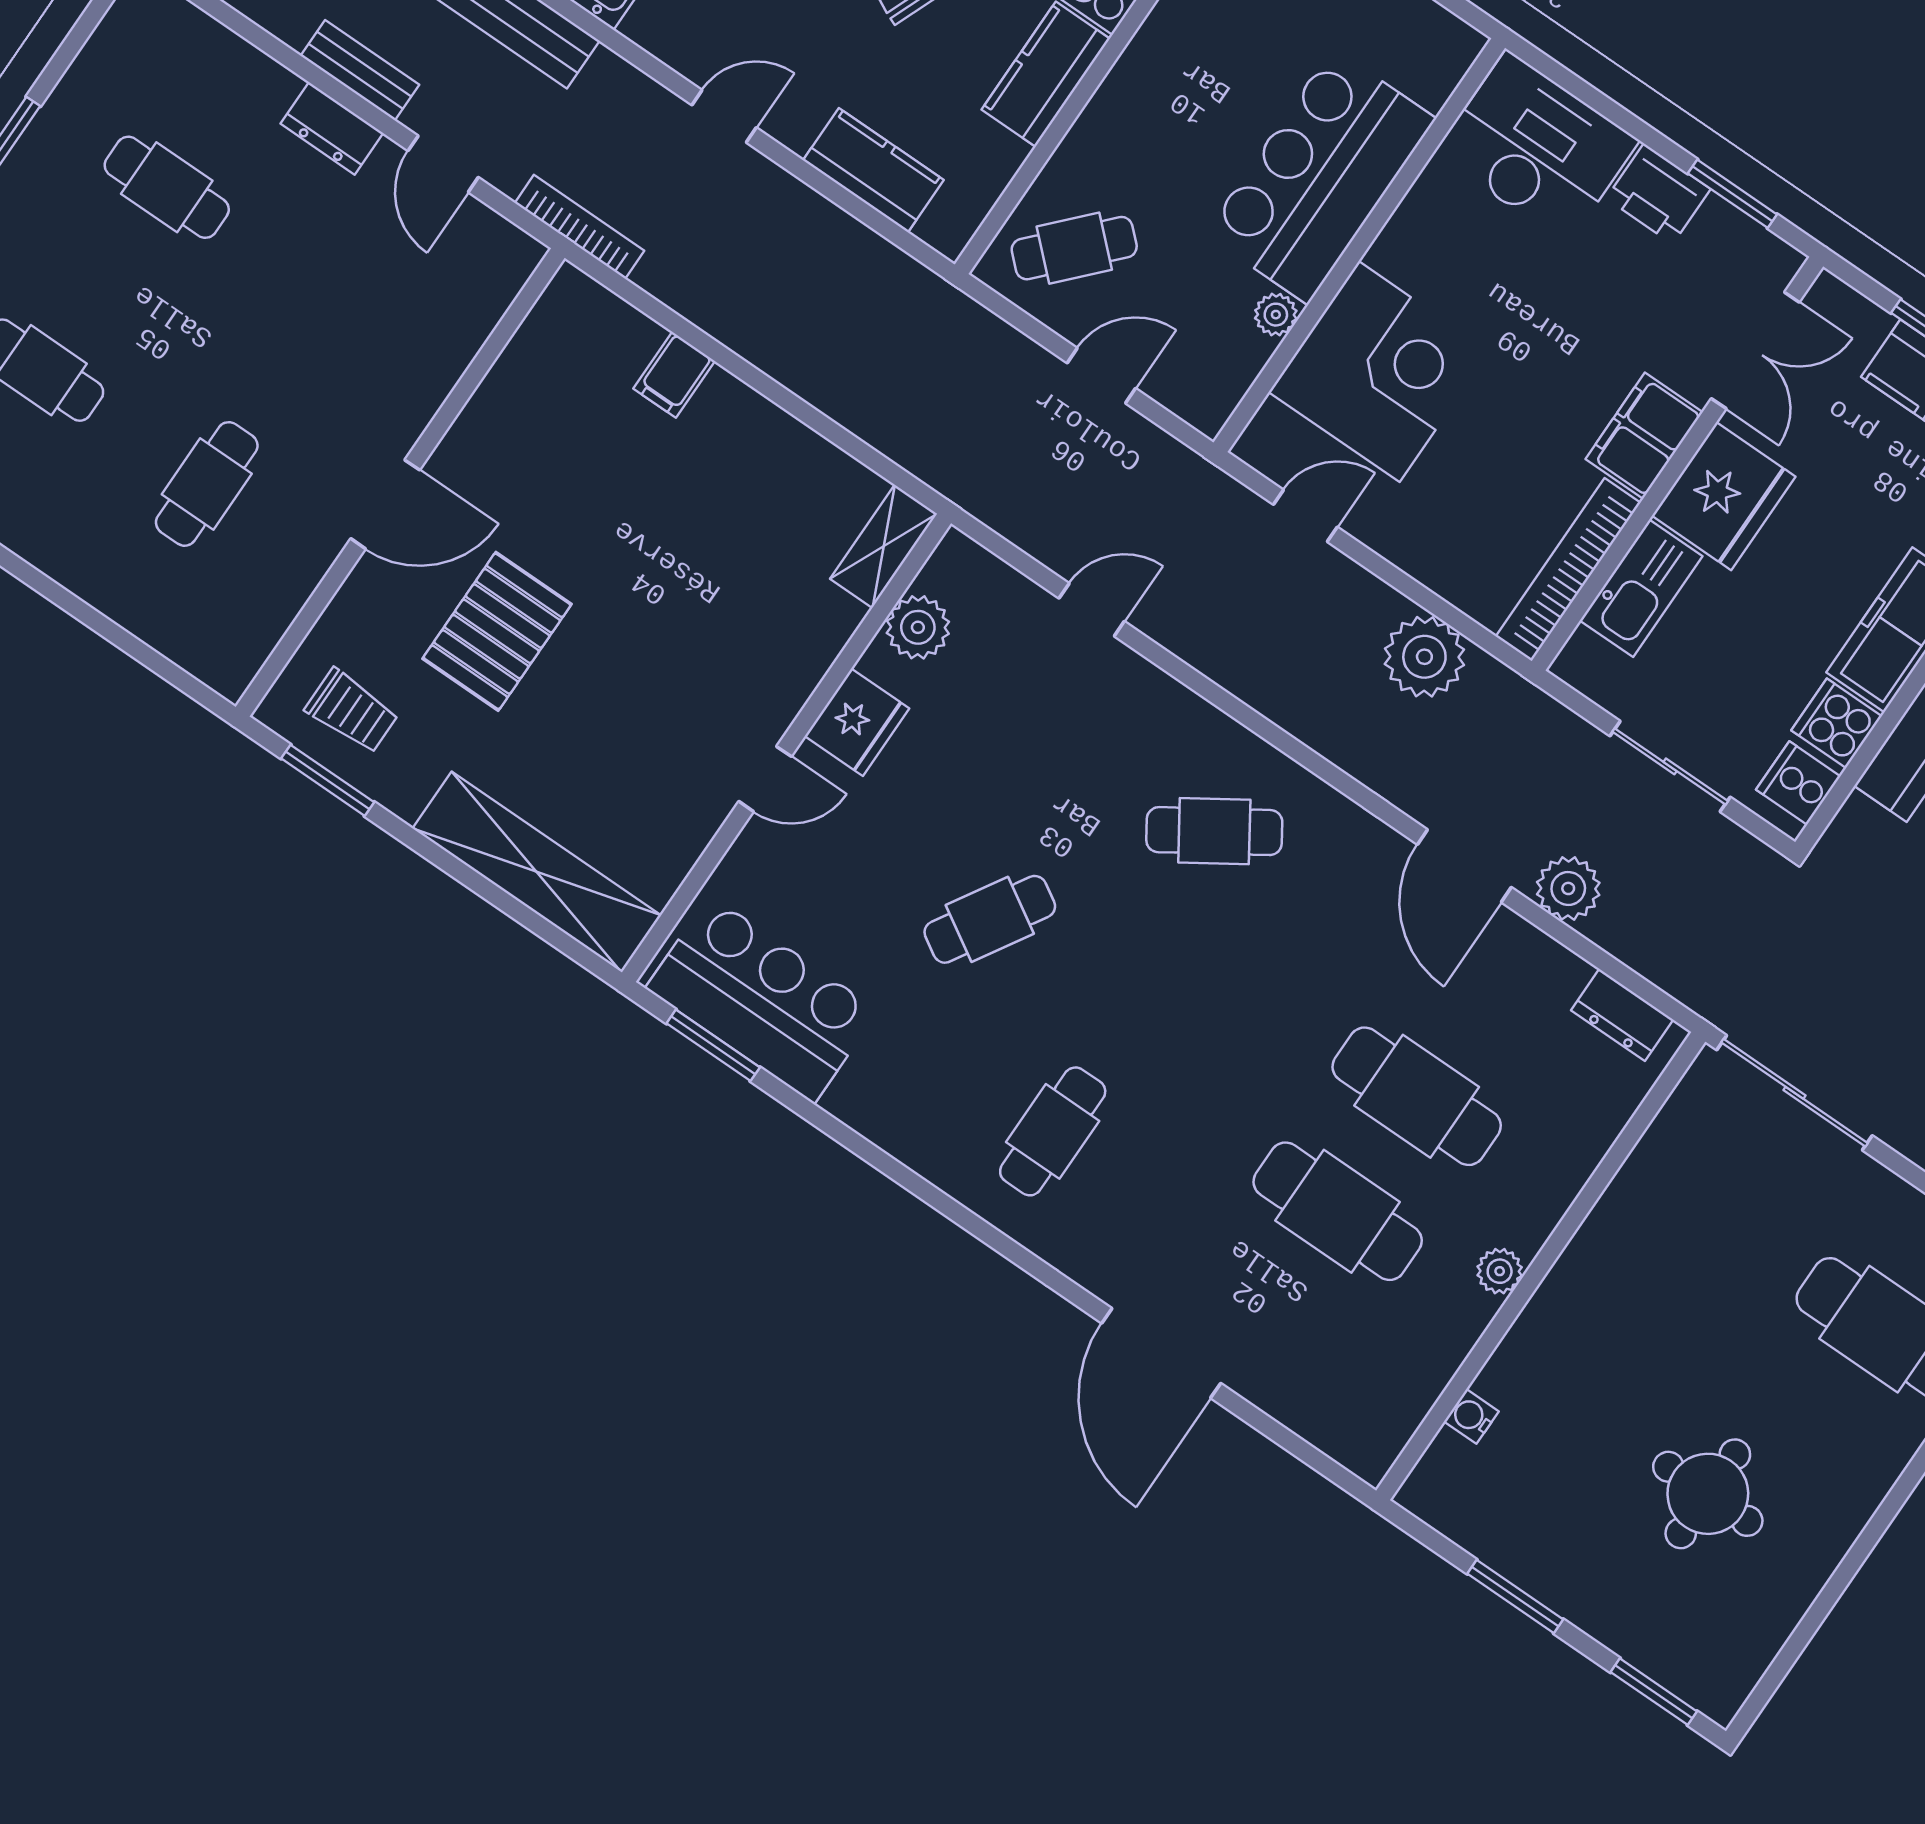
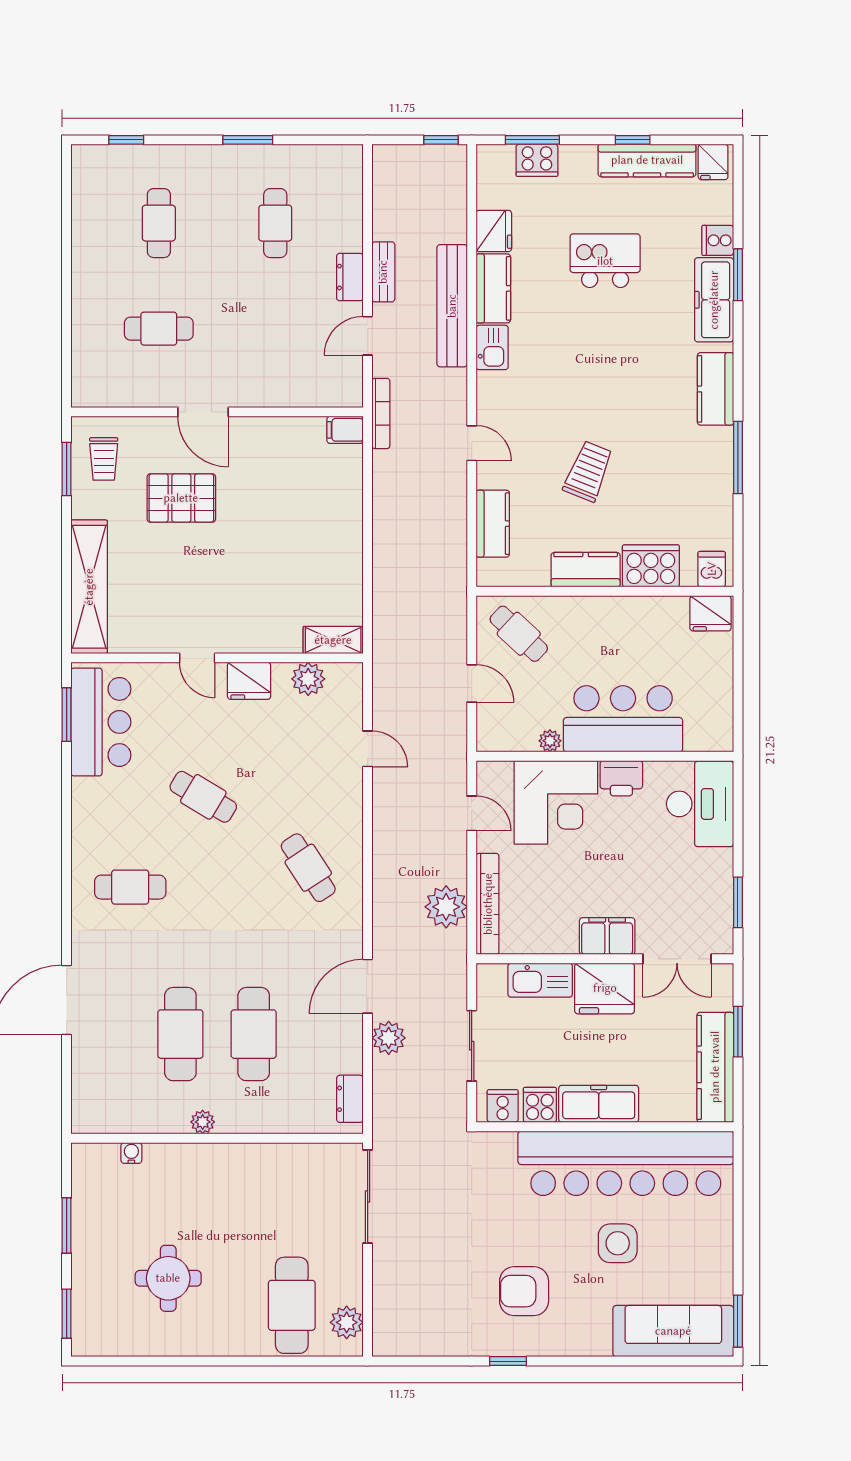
printer: (1658, 194) -> (621, 778), moved, turned -90
filing cabinet: (674, 375) -> (345, 430), moved
bookcase: (1568, 569) -> (488, 904), moved, turned 90

